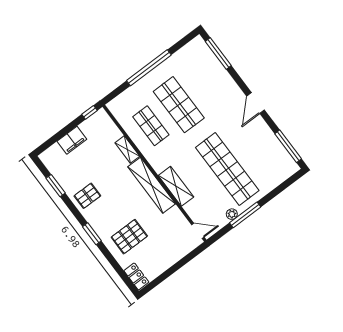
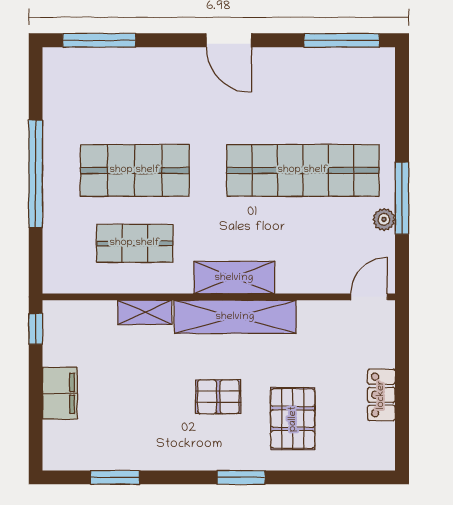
shelving: (176, 186) -> (234, 278), moved
pallet: (87, 196) -> (218, 397), moved, turned 90
locker: (136, 276) -> (381, 395), moved, turned -90

